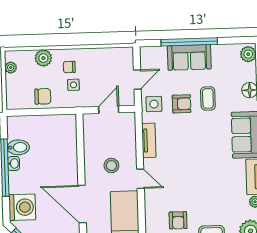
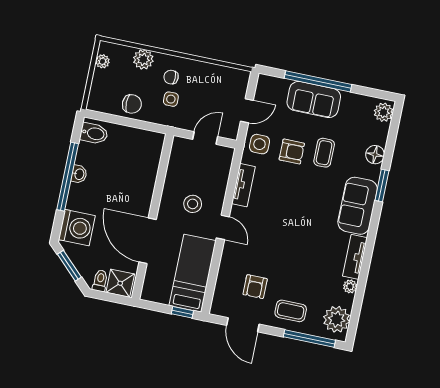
bidet: (18, 147) -> (94, 133), moved

